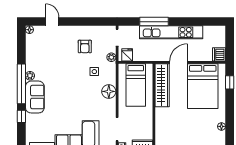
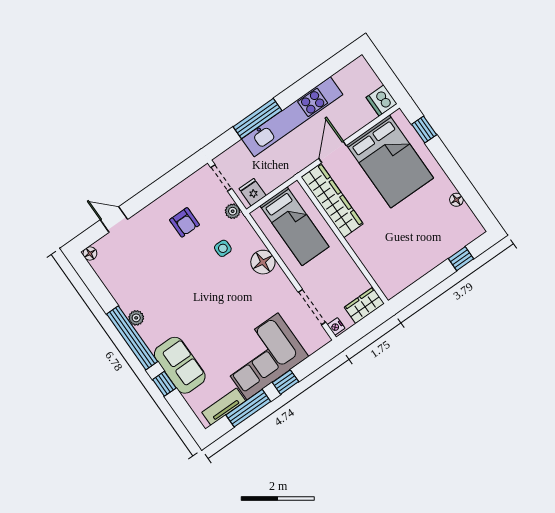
sofa: (35, 97) -> (180, 365), moved

